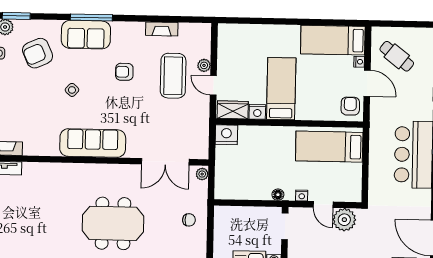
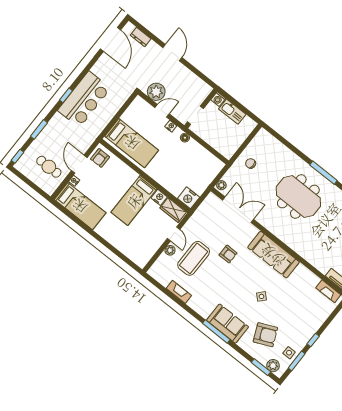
cafe table: (397, 56) -> (49, 167), turned -38
armchair: (124, 72) -> (228, 254), moved
door: (323, 205) -> (162, 111), hinge flipped

